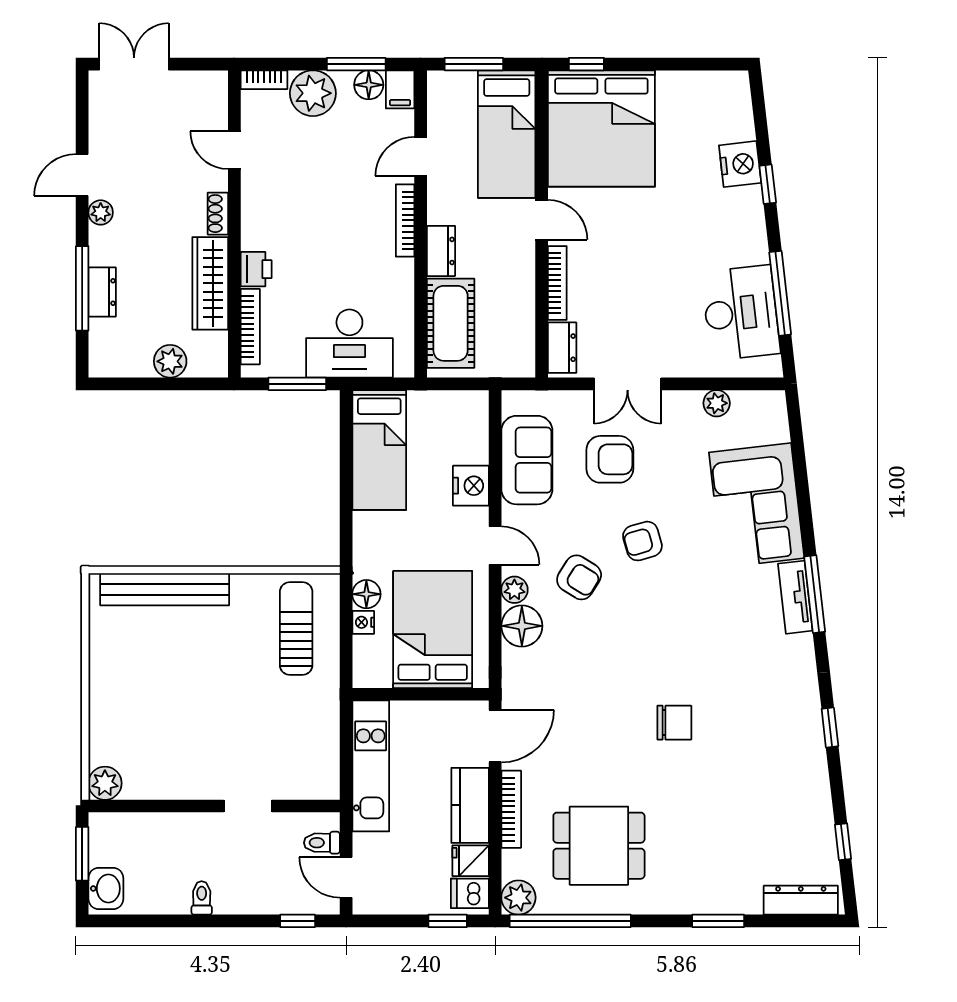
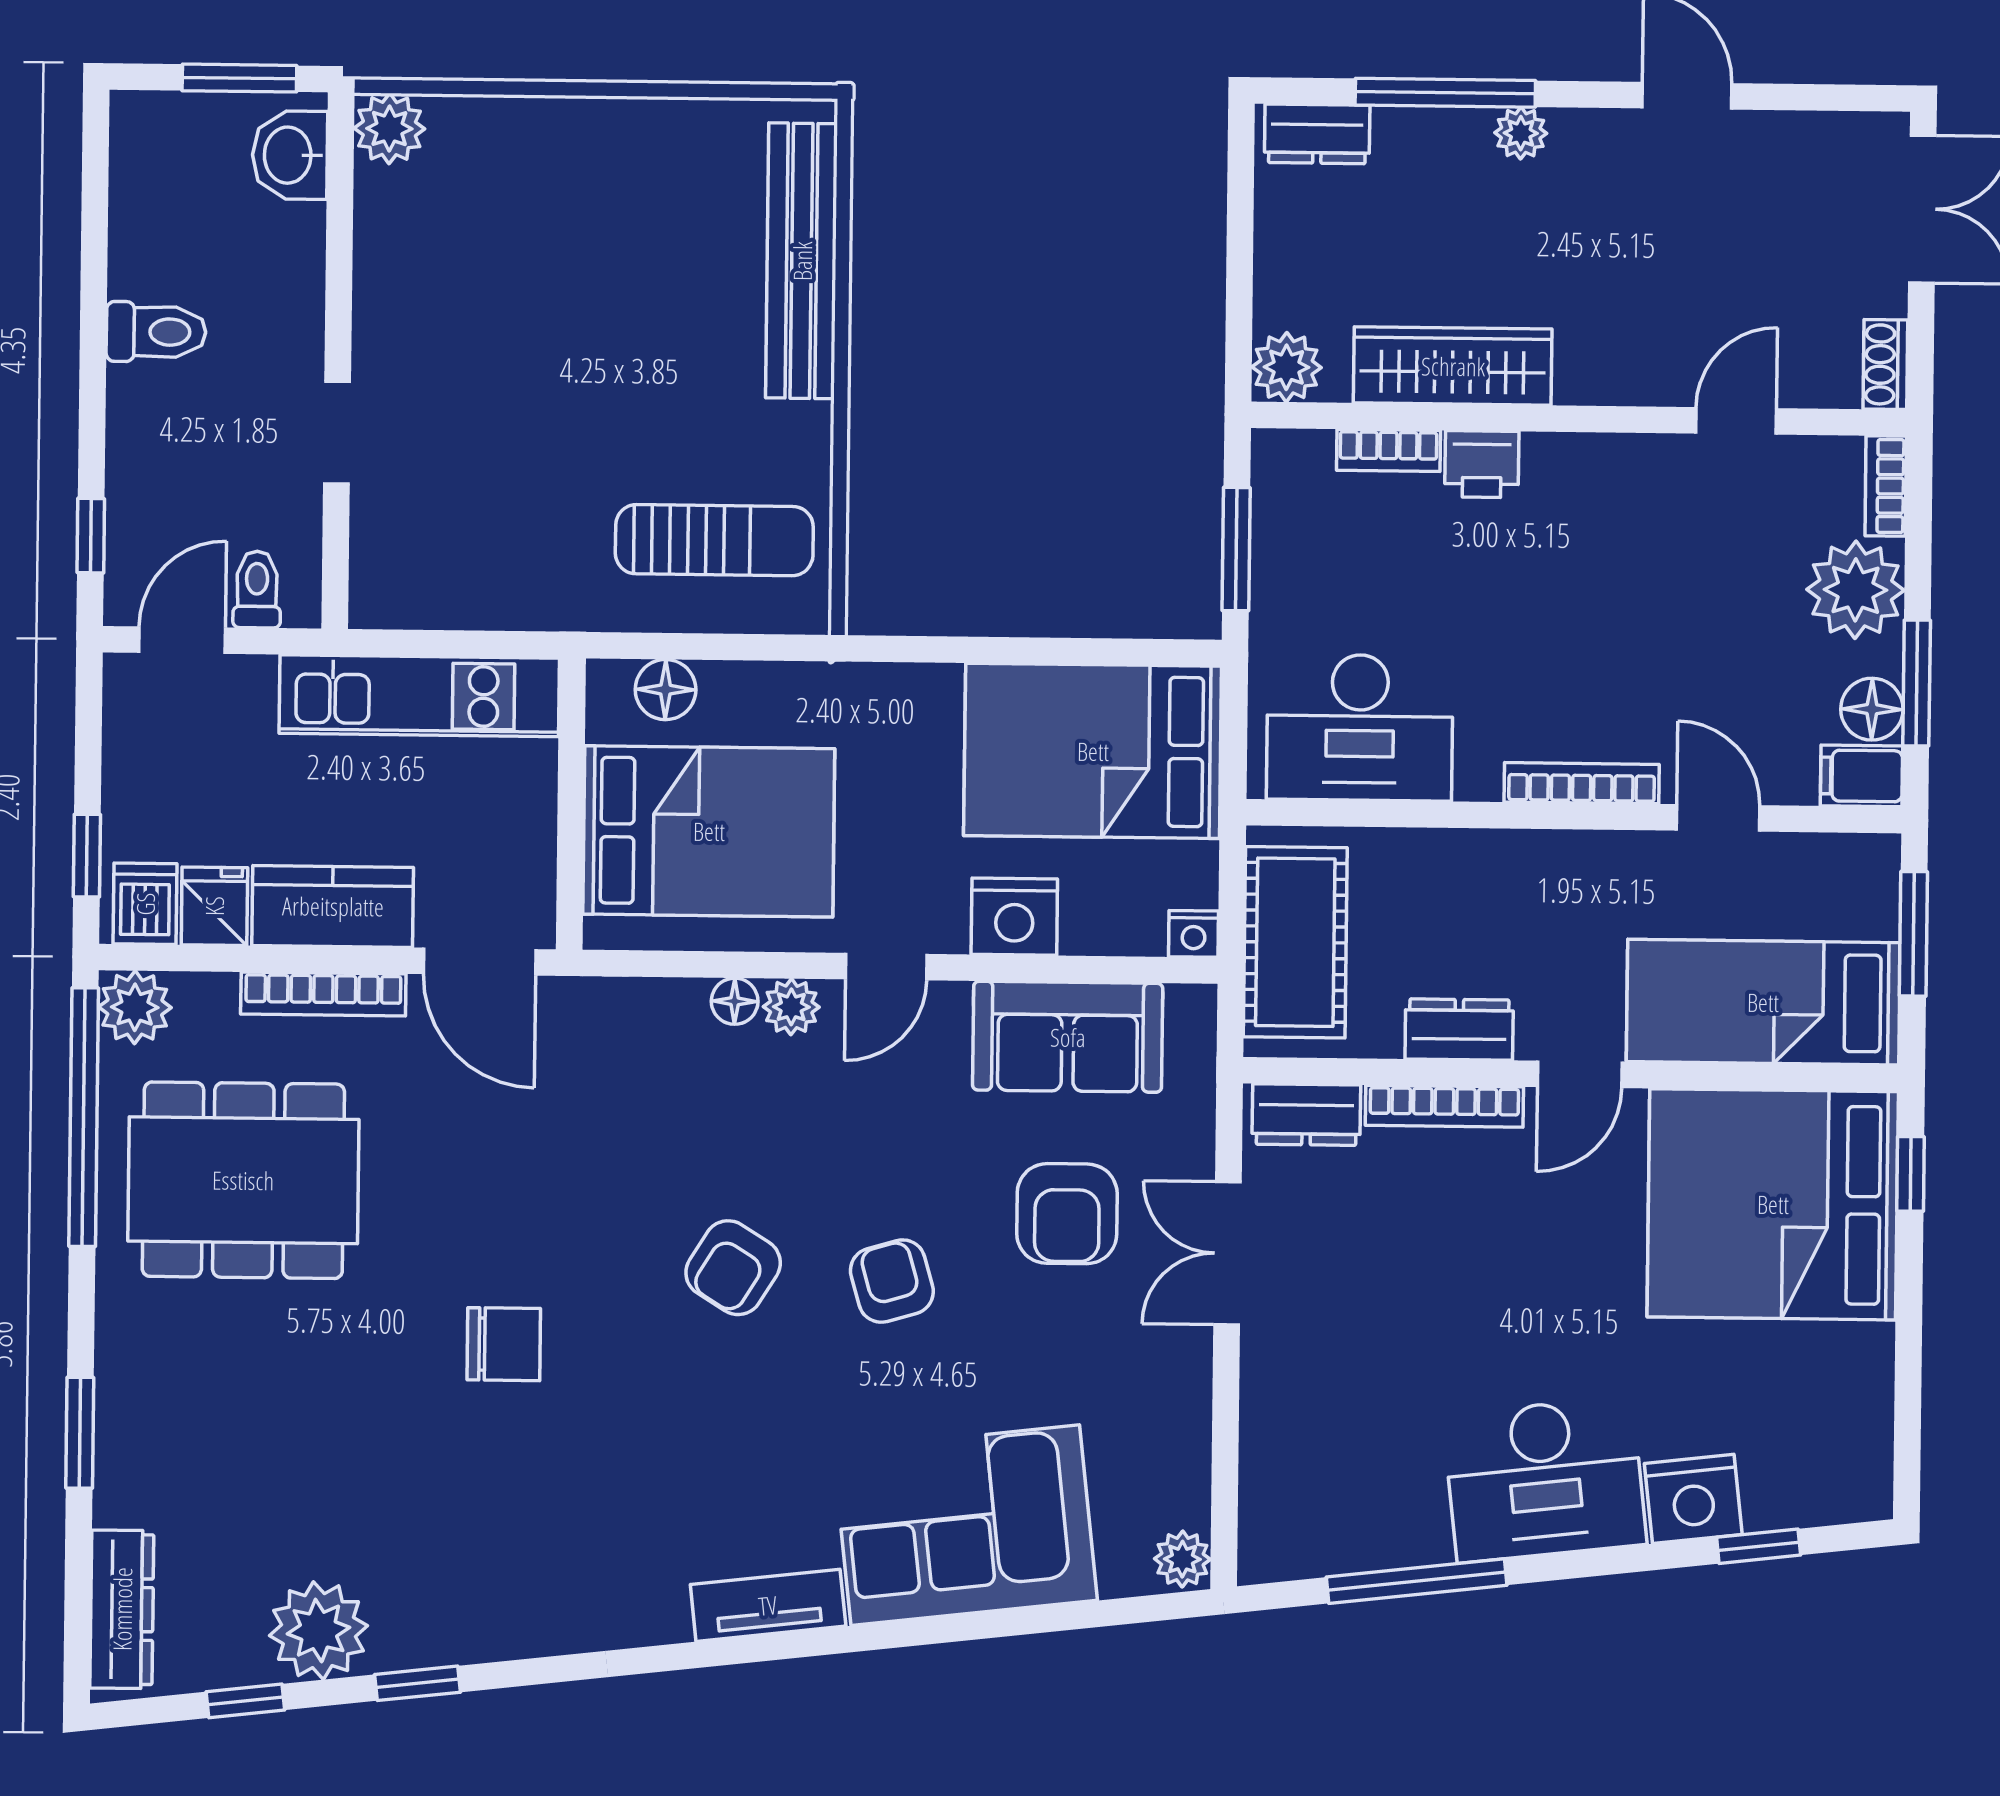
window: (768, 184) -> (1759, 1546), moved
plant: (101, 212) -> (1521, 133), moved
shoe rack: (218, 214) -> (1885, 364), moved, turned -90
dresser: (441, 251) -> (1459, 1030), moved, turned 180
dresser: (102, 292) -> (1317, 134), moved
desk: (741, 313) -> (1545, 1479), moved
cot: (451, 323) -> (1295, 942), moved, turned 90
bookcase: (250, 327) -> (1388, 450), width x0.64
desk: (349, 344) -> (1360, 728), moved, turned -90
plant: (170, 361) -> (1286, 367), moved
plant: (717, 403) -> (1182, 1559), moved
bed: (379, 450) -> (1093, 751), width x1.50
armchair: (579, 577) -> (733, 1268), moved
floor lamp: (366, 594) -> (666, 690), moved
window: (815, 594) -> (774, 1647), removed
nightstand: (363, 622) -> (1194, 934), moved, turned 180
floor lamp: (522, 626) -> (735, 1001), width x0.53, depth x0.53
chair: (674, 723) -> (504, 1344), turned -90
window: (830, 728) -> (417, 1683), moved
plant: (810, 808) -> (318, 1631), added
dining table: (599, 846) -> (243, 1180), width x1.38
washbasin: (106, 889) -> (290, 155), moved, turned 90
toilet: (202, 898) -> (156, 332), width x1.37, depth x1.39

